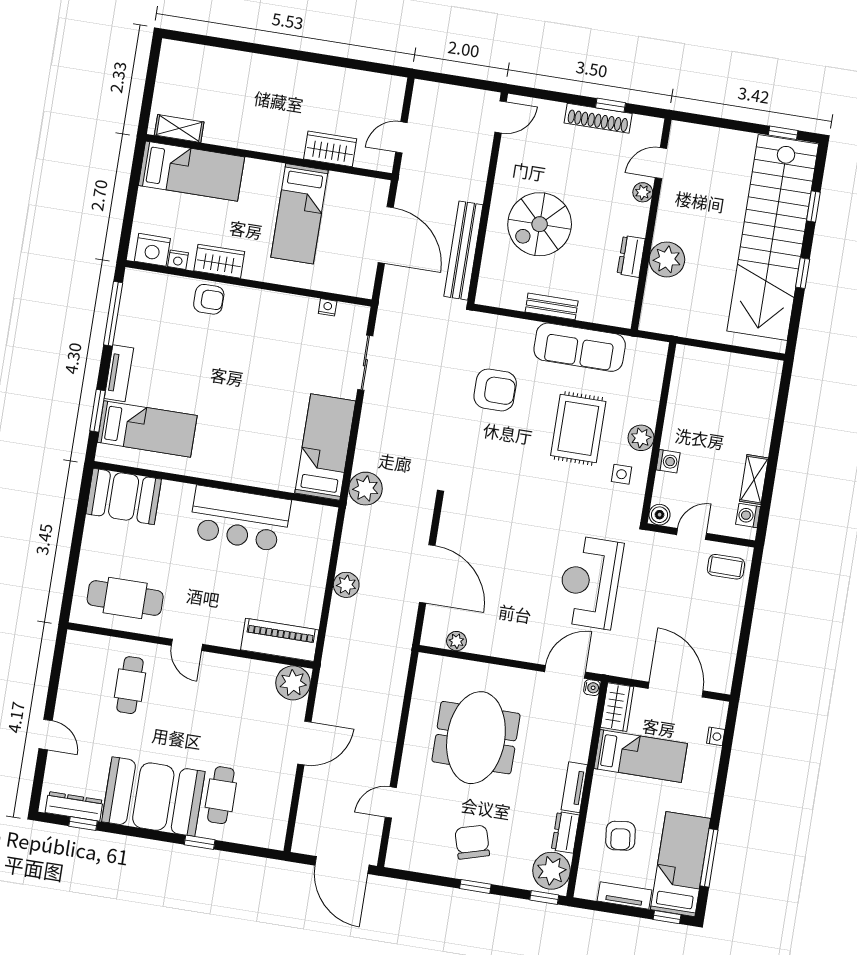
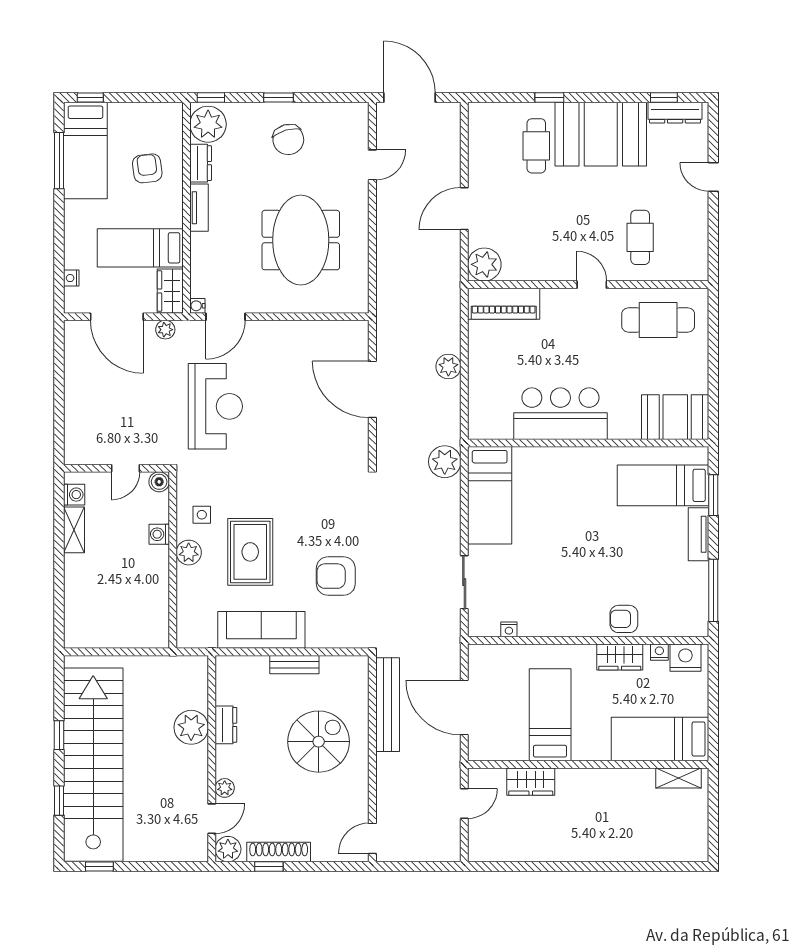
plant: (649, 130) -> (228, 849), added
coffee table: (726, 567) -> (88, 442), removed
plant: (456, 641) -> (165, 330), moved
tv unit: (624, 895) -> (134, 112), removed

